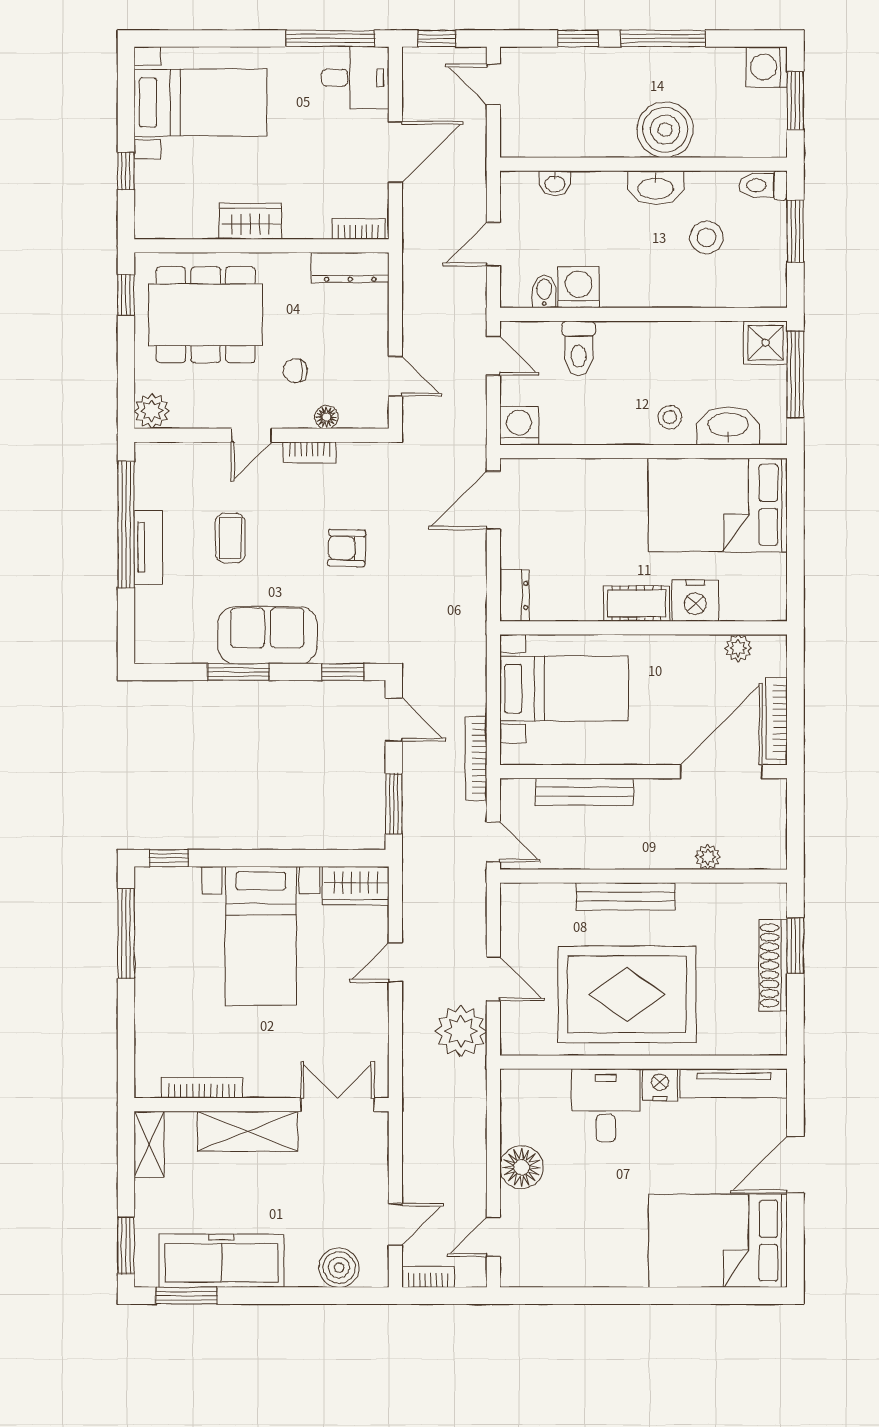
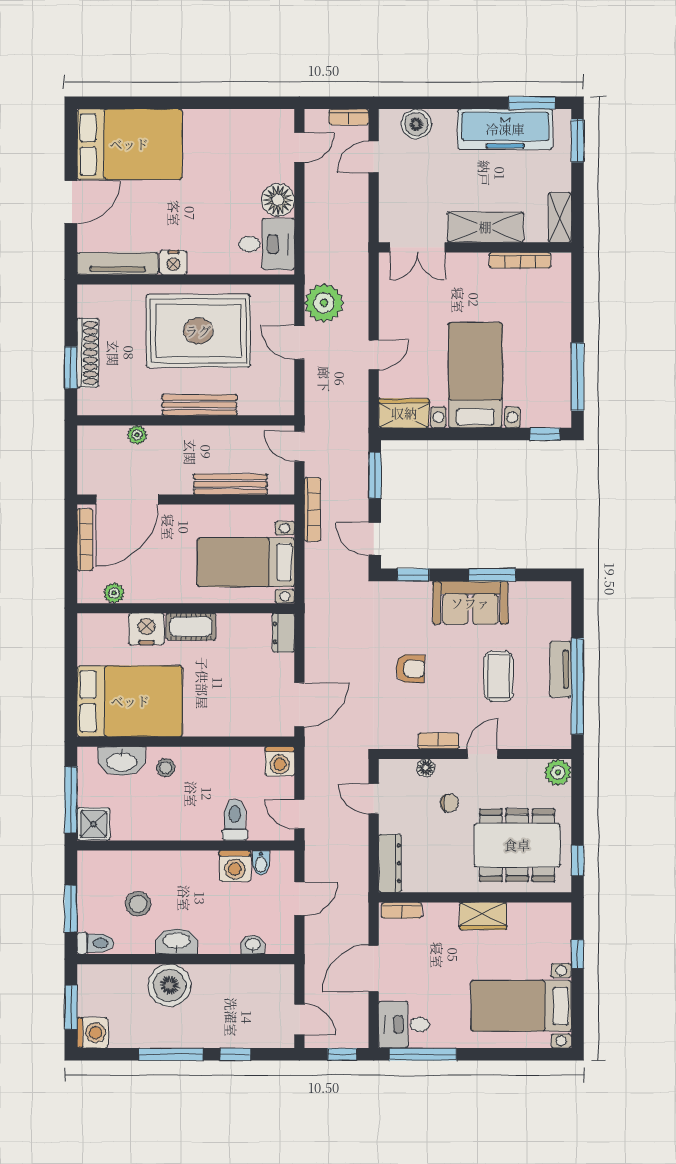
dresser: (350, 267) -> (390, 863), moved, turned 90
coffee table: (230, 538) -> (498, 676), width x1.36, depth x1.30
desk: (606, 1105) -> (267, 244), moved, turned -90

